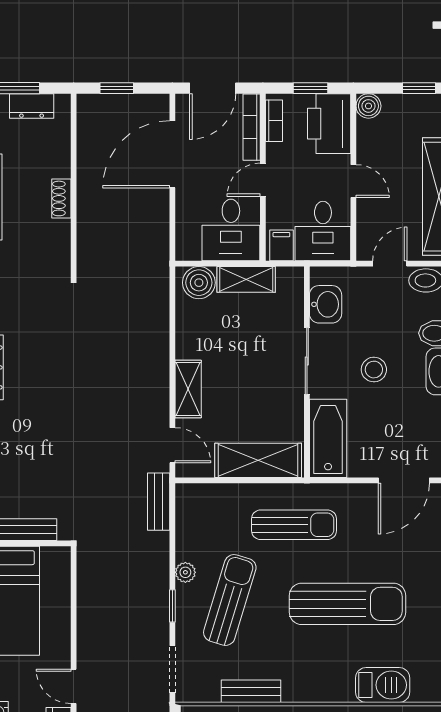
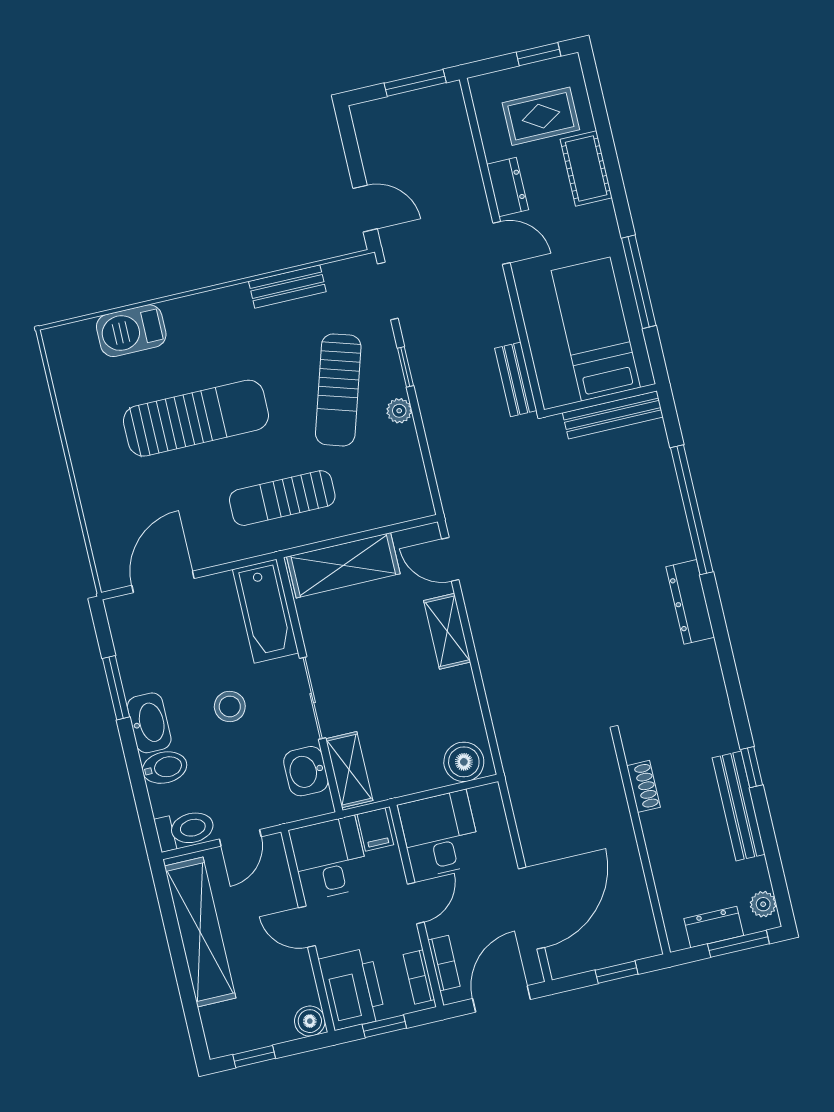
bookcase: (252, 127) -> (444, 963), width x0.64
shoe rack: (61, 198) -> (643, 786), moved
shelving: (246, 279) -> (349, 770), moved, turned 90
bench: (159, 502) -> (516, 379), moved
sun lounger: (348, 604) -> (196, 418), turned 180

